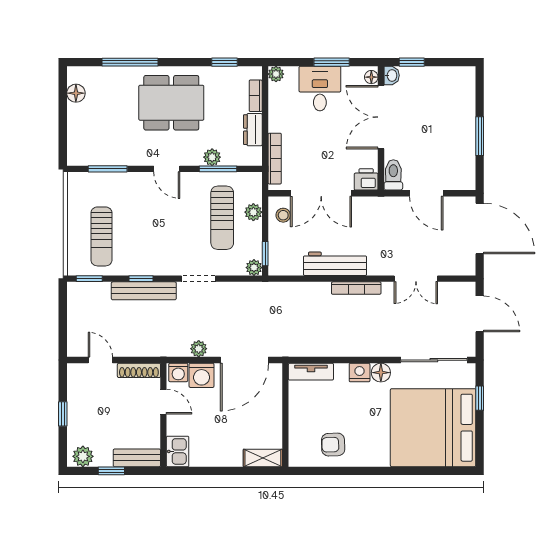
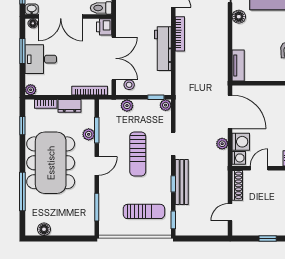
dining table: (171, 103) -> (51, 163), width x1.36, depth x1.24
sun lounger: (222, 218) -> (138, 154), moved, turned 90
nightstand: (360, 373) -> (239, 32), removed

